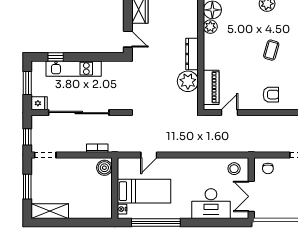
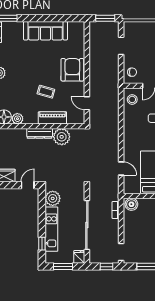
coffee table: (271, 50) -> (46, 92), moved
plant: (112, 70) -> (53, 198), added
piano: (211, 87) -> (52, 118), moved
armchair: (271, 95) -> (72, 70), width x1.88, depth x1.88

